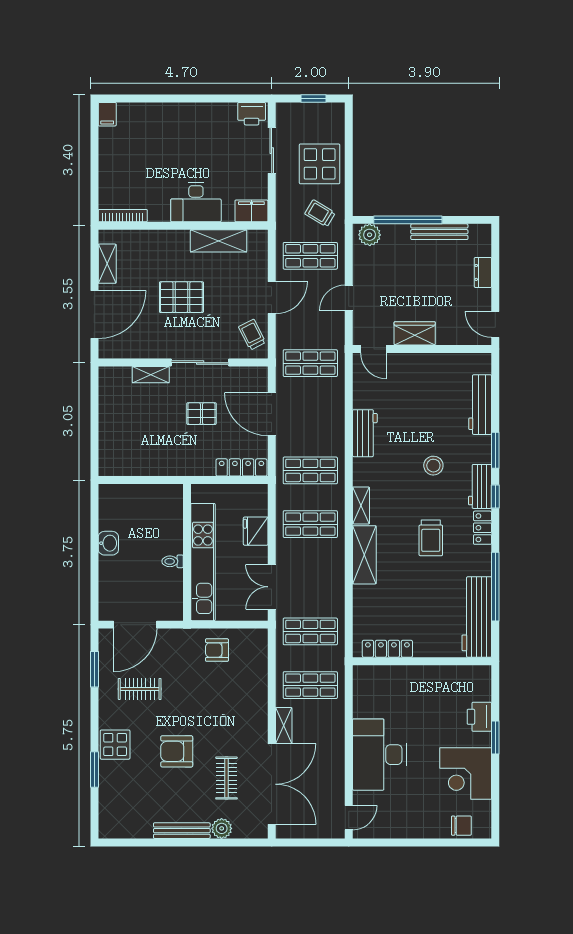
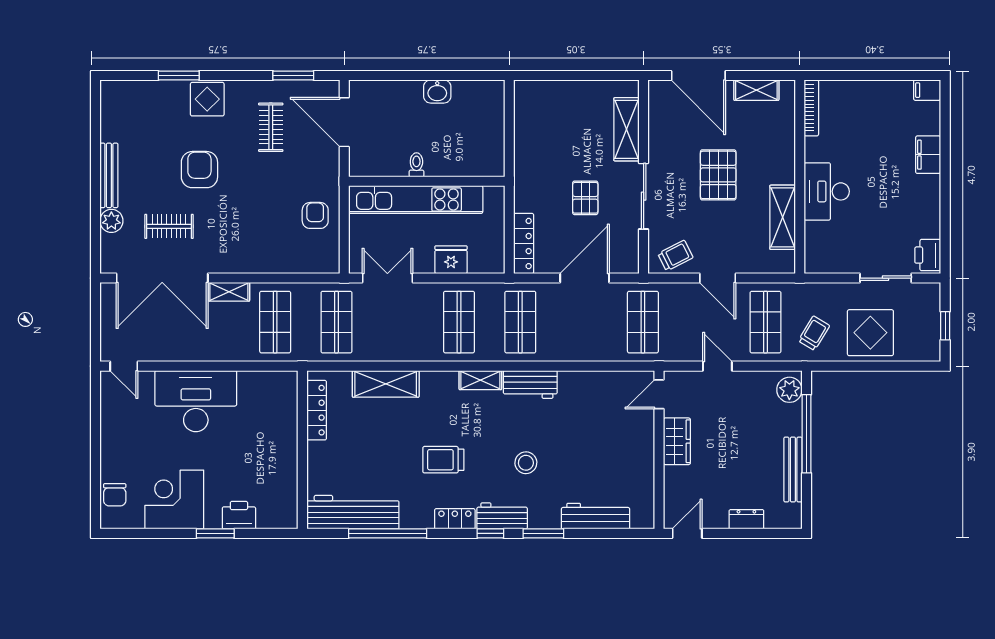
filing cabinet: (251, 211) -> (928, 155), moved, turned 180
shelving: (151, 375) -> (627, 129), width x1.50, depth x1.33
workbench: (365, 433) -> (530, 384), moved
shelving: (364, 555) -> (386, 384), moved

